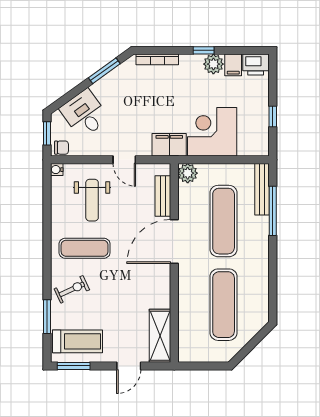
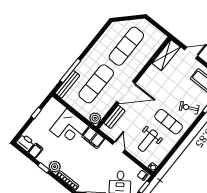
plant: (213, 64) -> (55, 167), moved
weight bench: (92, 200) -> (148, 141), turned 180

